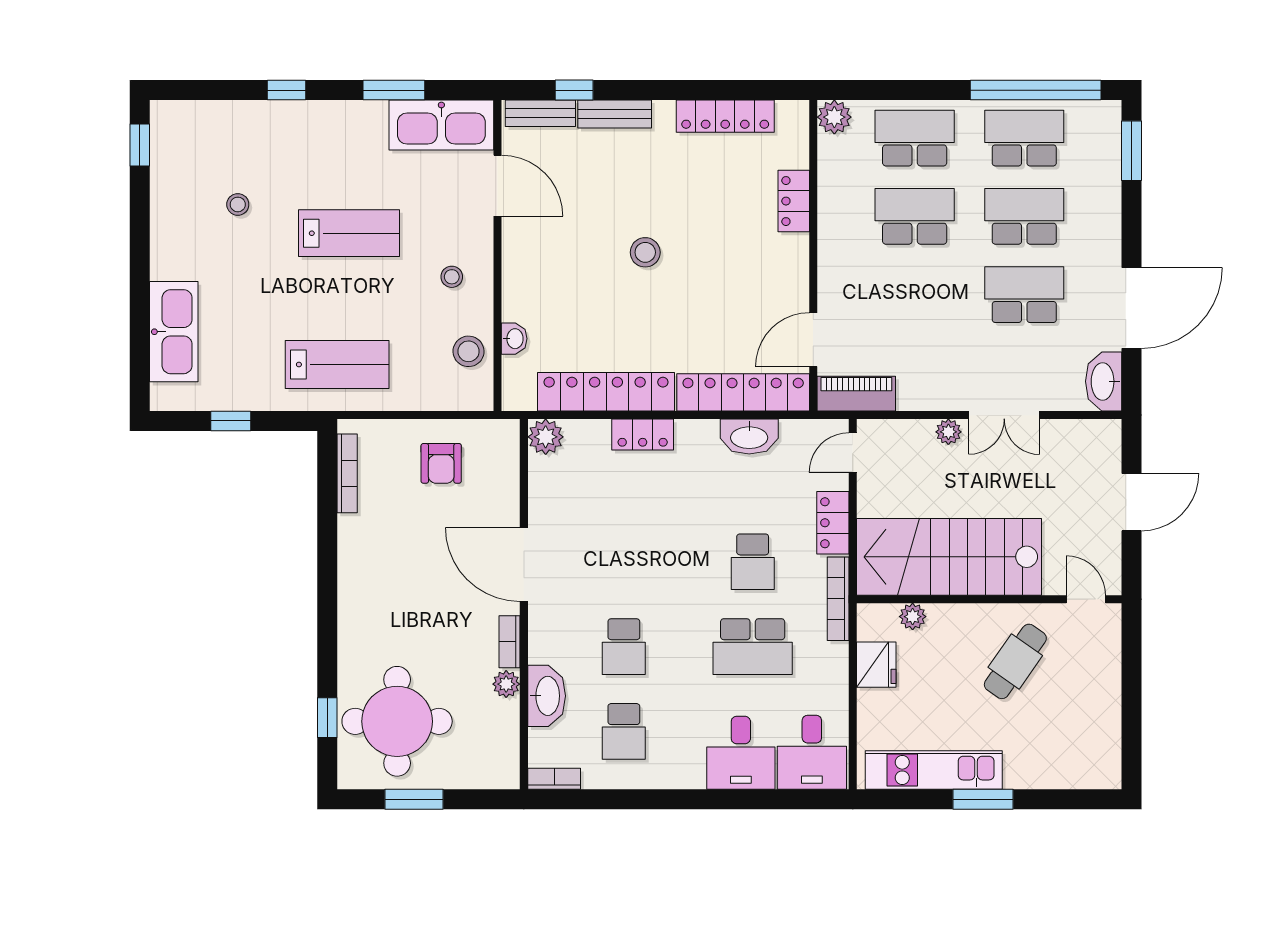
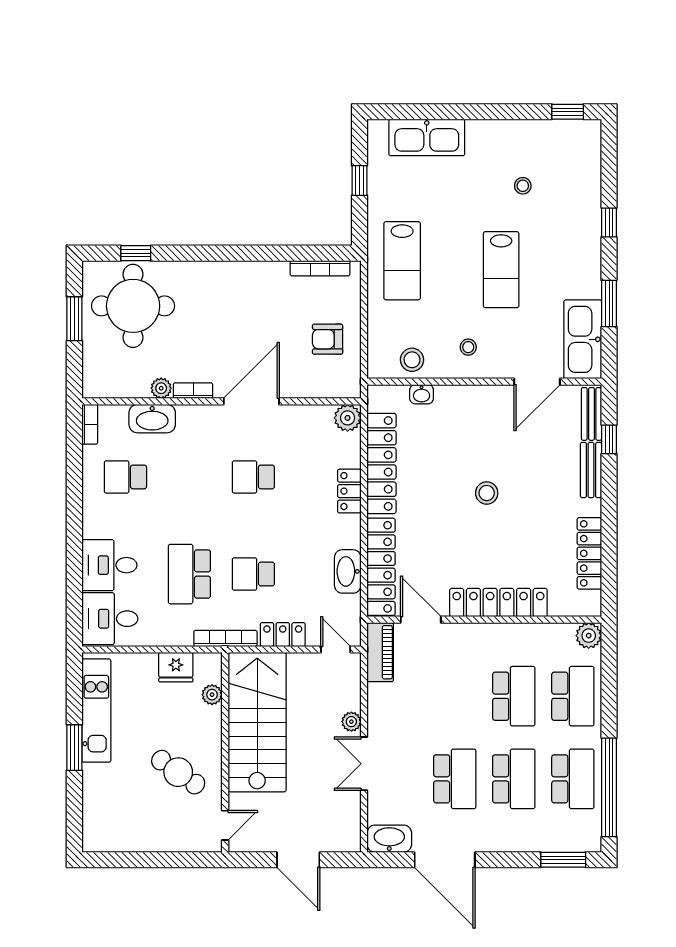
locker: (794, 201) -> (498, 603), width x2.16, depth x1.21
school desk: (624, 647) -> (253, 477), moved

